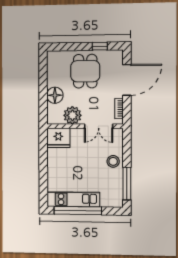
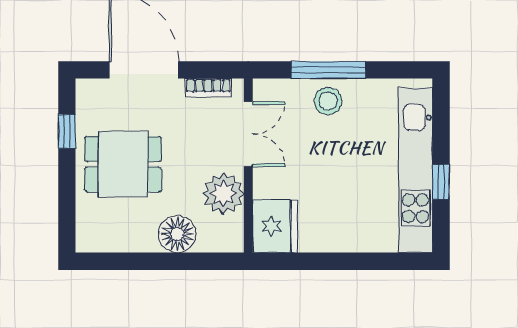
window: (127, 184) -> (328, 70), moved
kitchen unit: (73, 199) -> (415, 170), width x1.36
window: (78, 211) -> (441, 182), width x0.32

